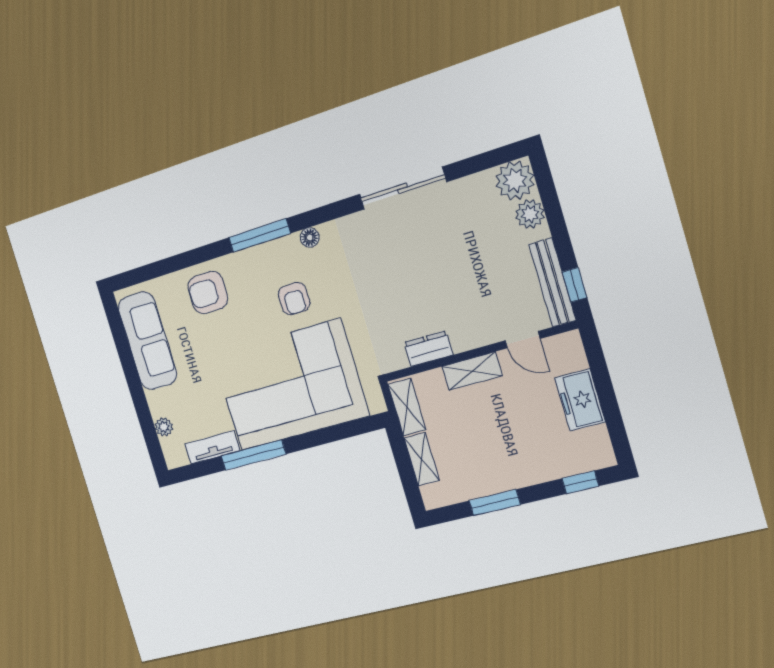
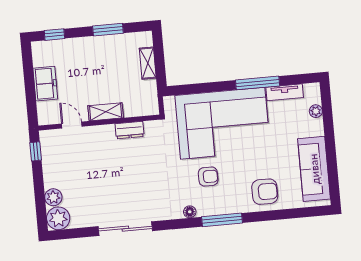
bench: (552, 282) -> (48, 155), removed
armchair: (294, 299) -> (208, 177), turned 90
shelving: (407, 407) -> (150, 97), removed

